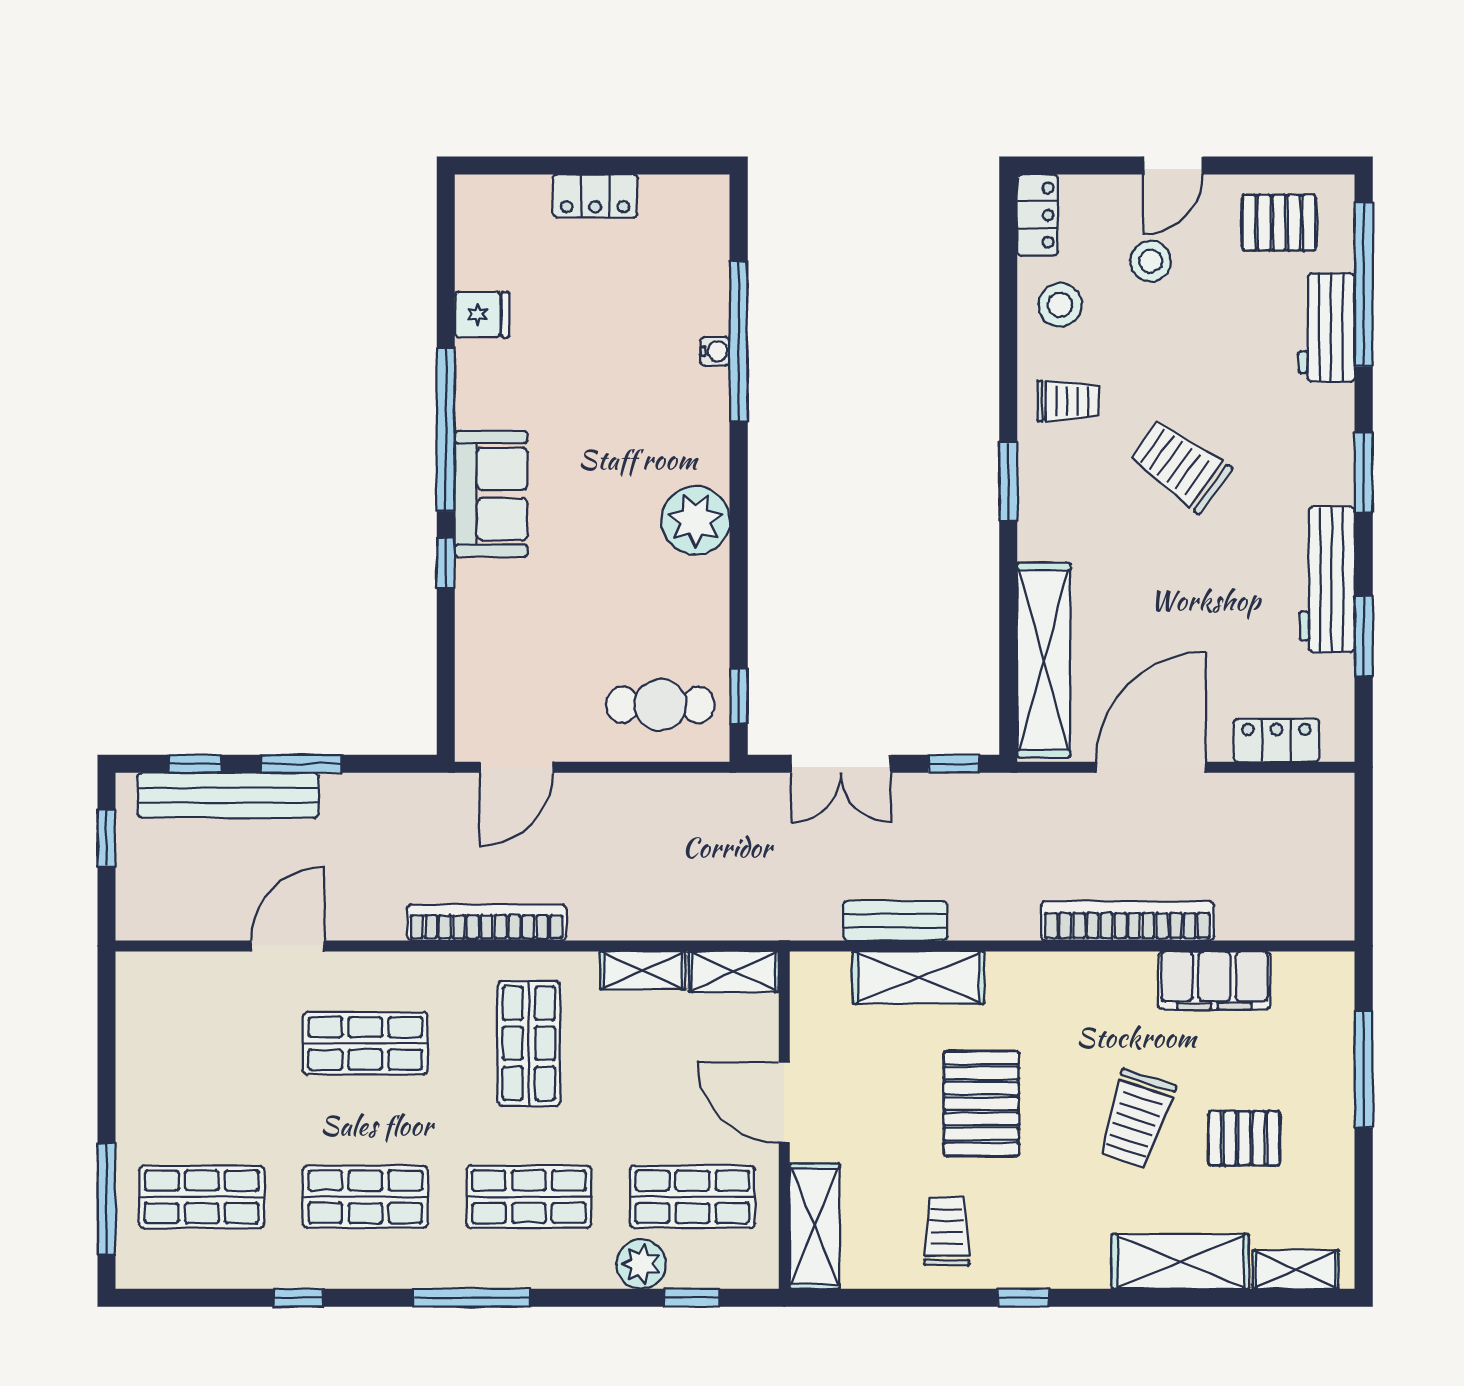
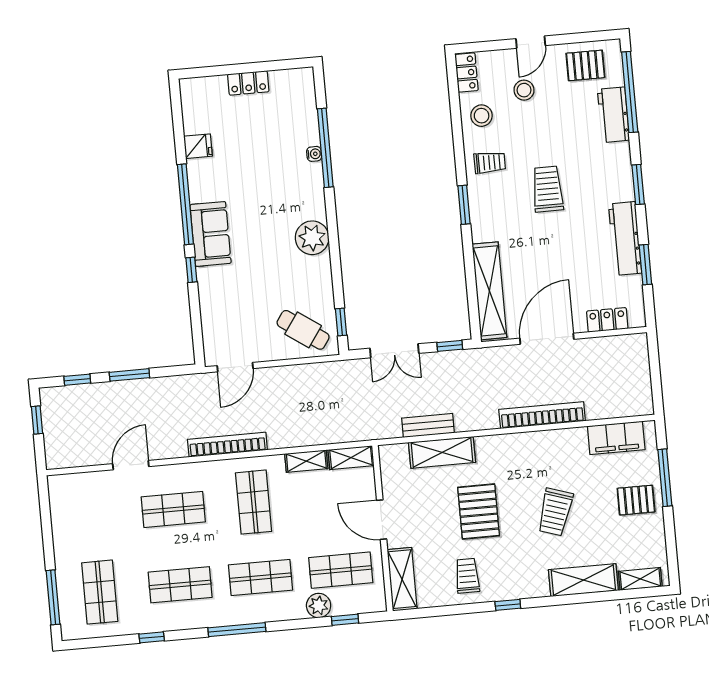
trolley: (1180, 465) -> (548, 189), turned 54
cafe table: (660, 705) -> (303, 330), turned 35
bench: (228, 795) -> (95, 394), removed
filing cabinet: (1214, 980) -> (616, 438), moved
pallet: (1244, 1138) -> (636, 500), moved
shop shelf: (202, 1197) -> (100, 592), turned 90

